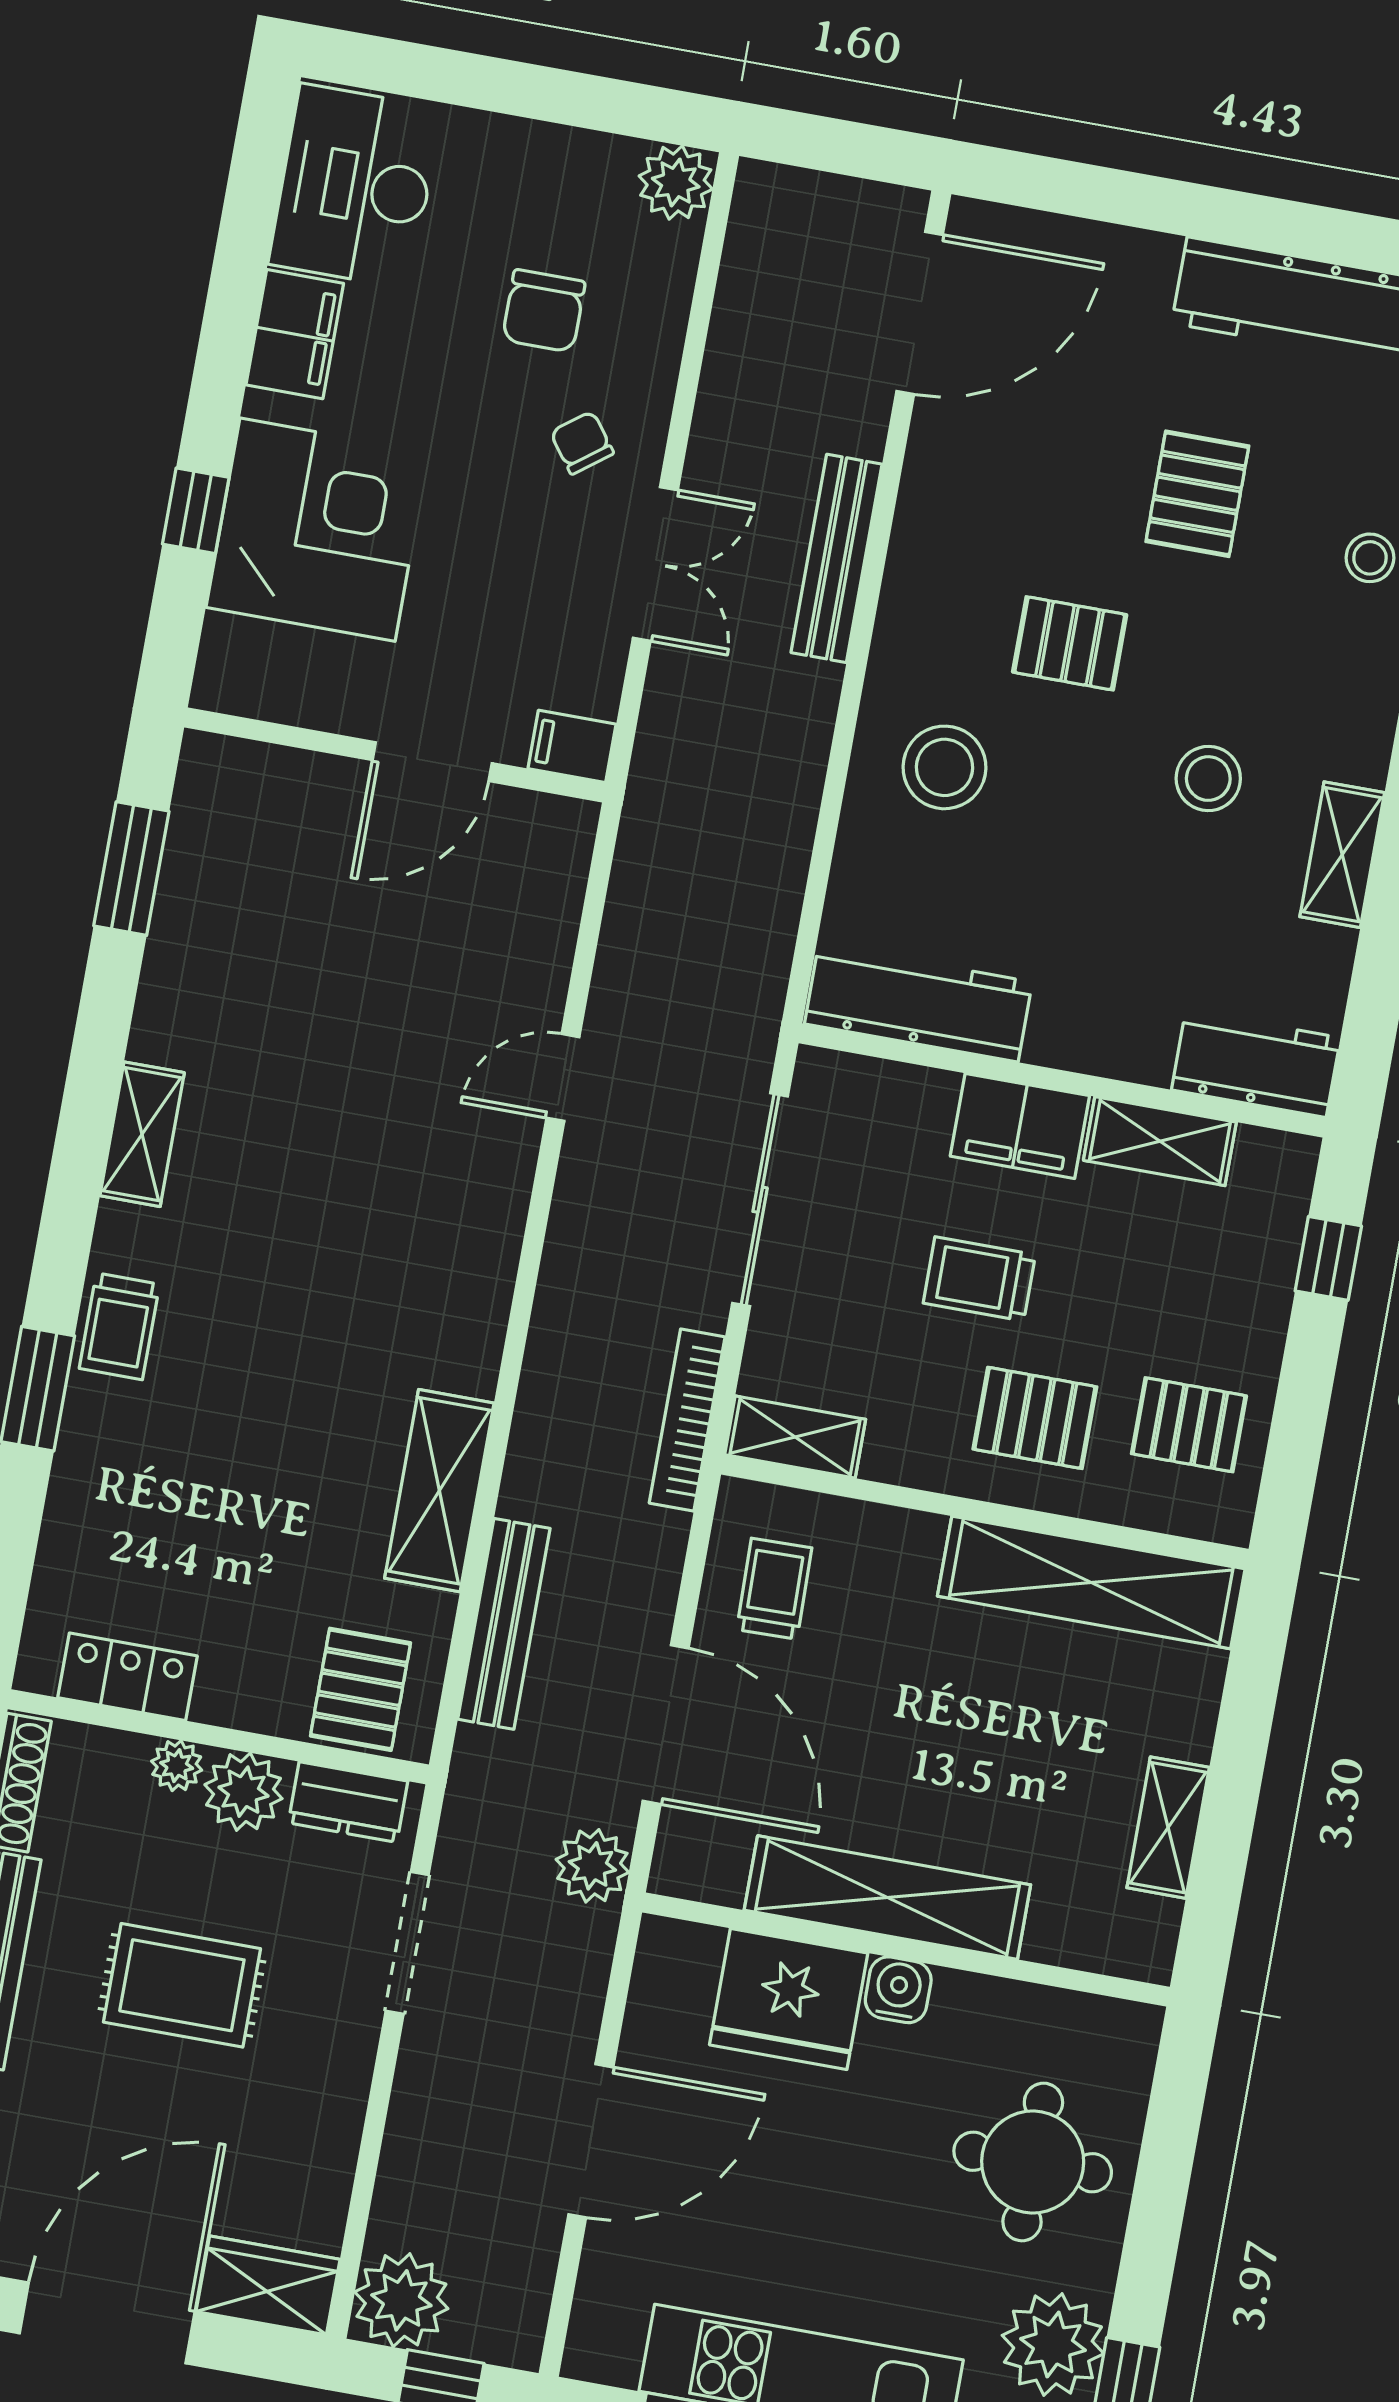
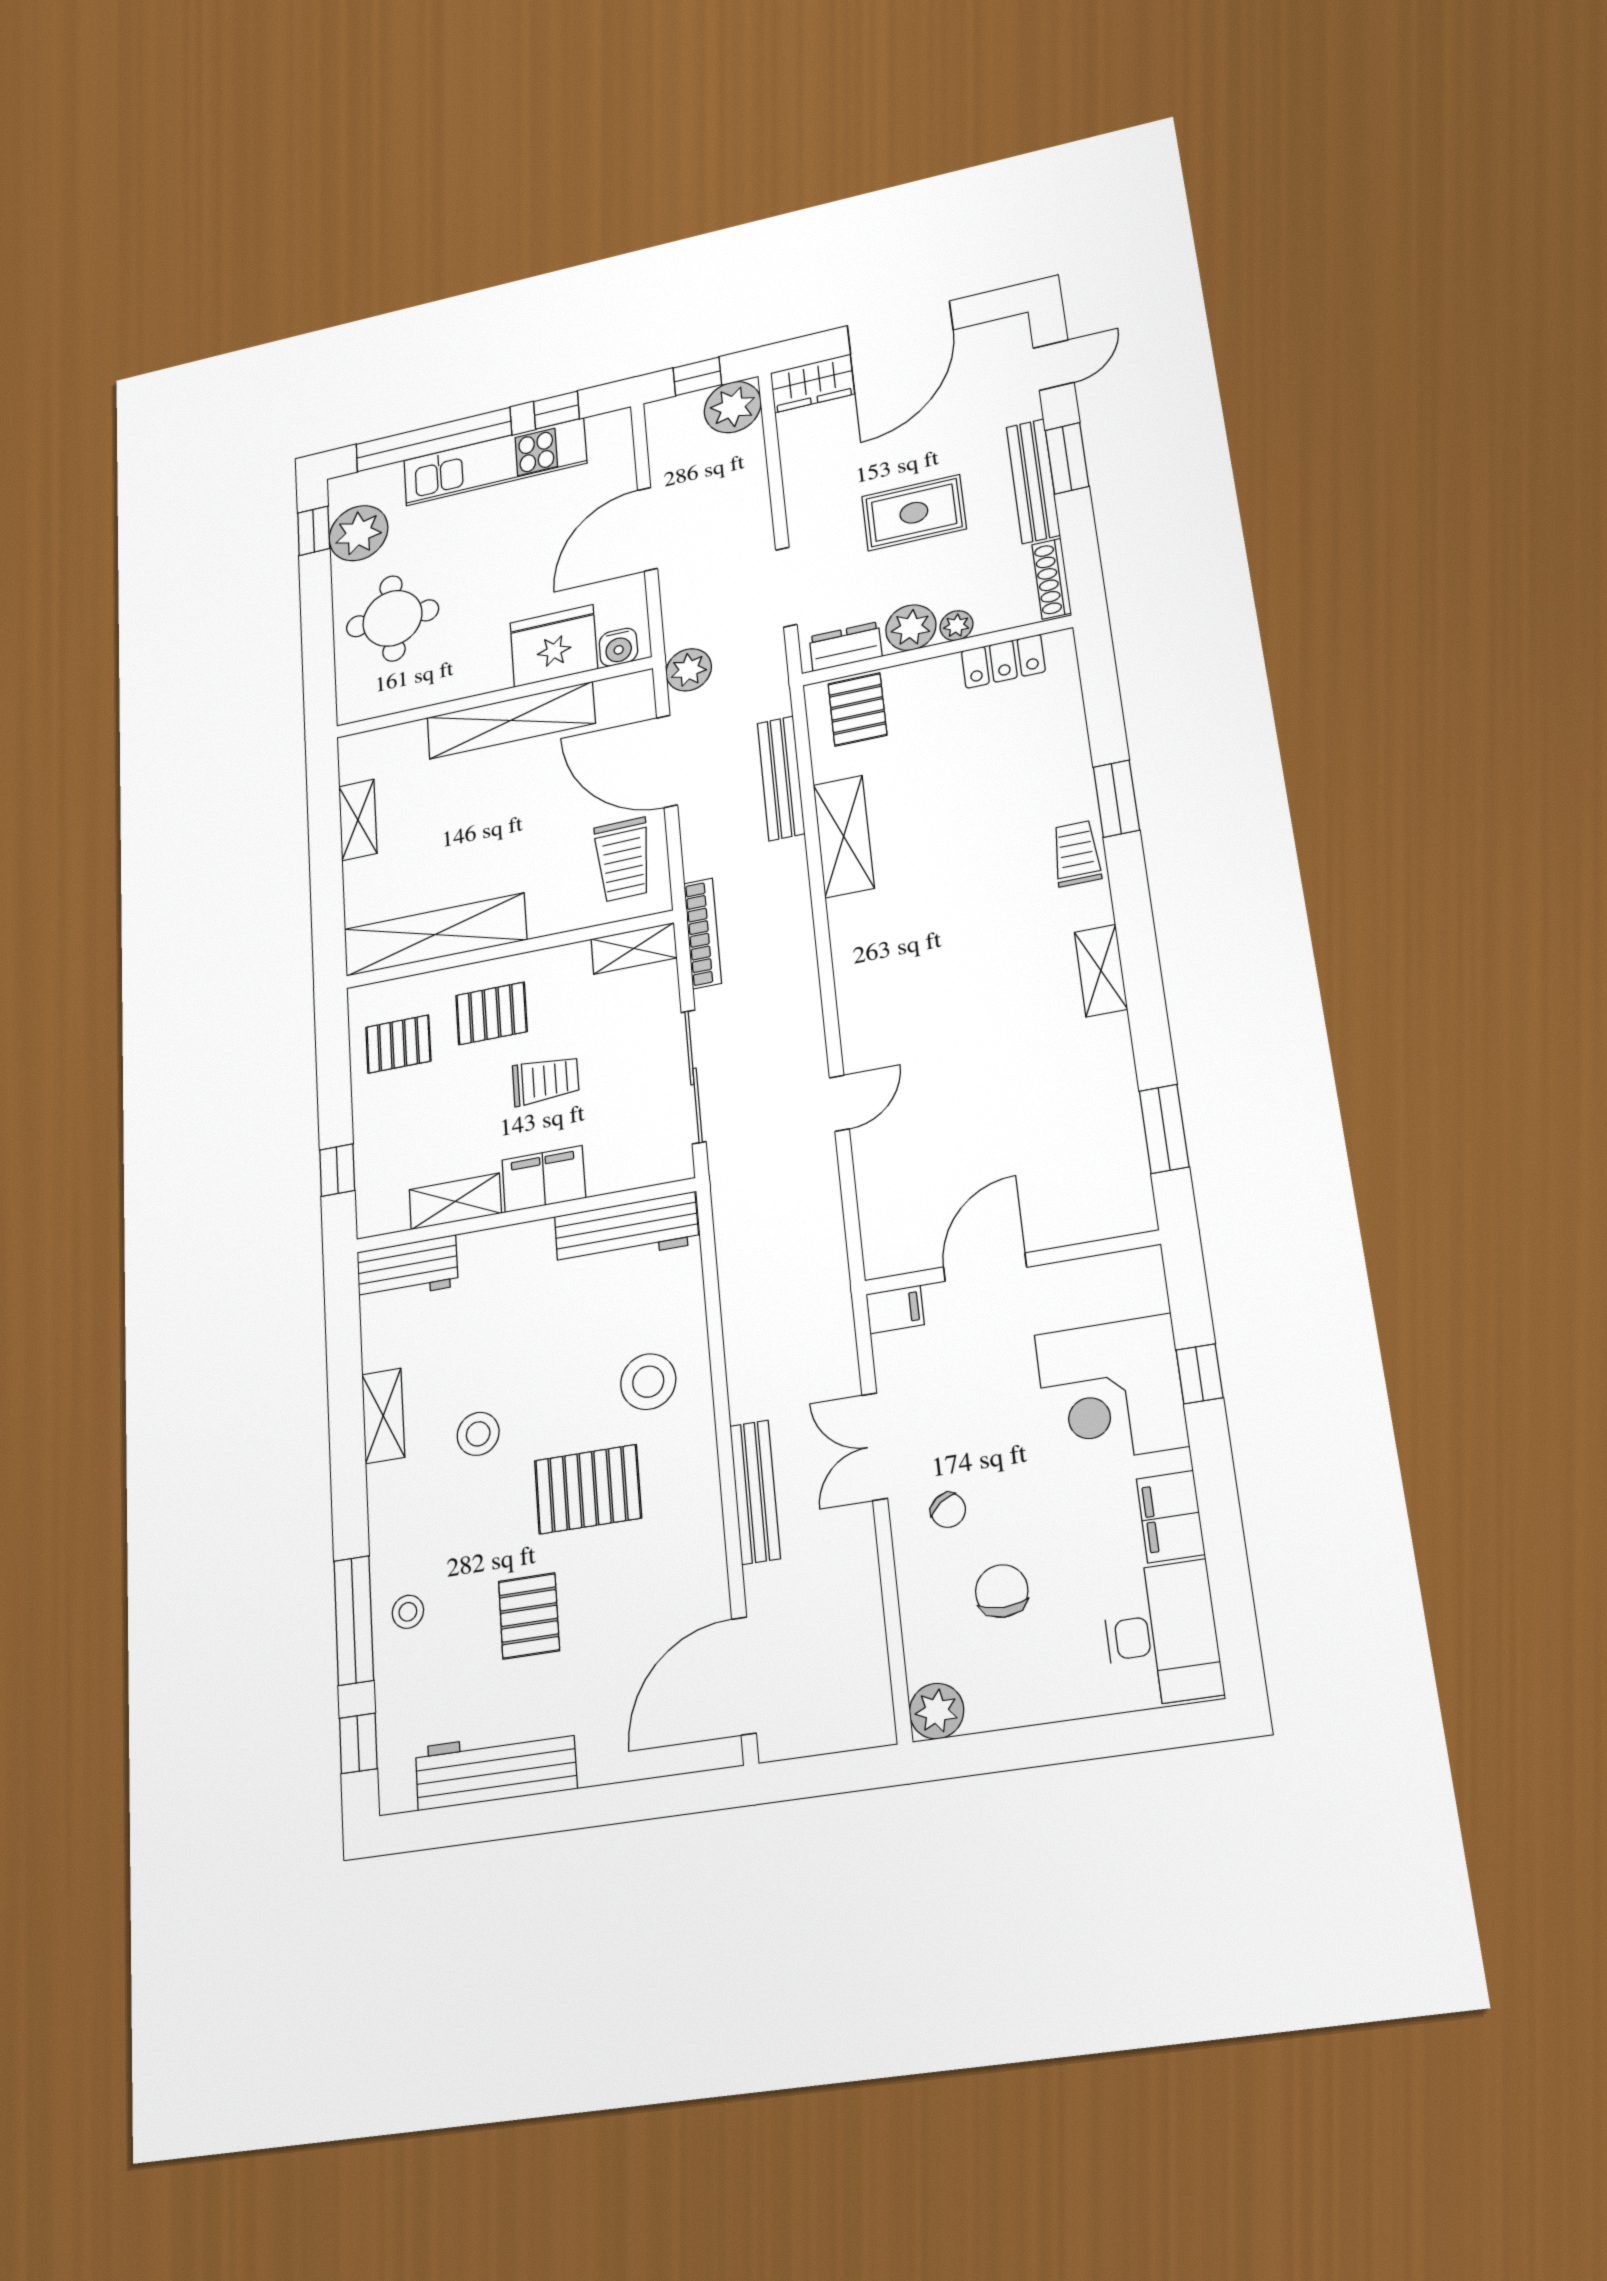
pallet: (1070, 643) -> (588, 1489), width x1.50, depth x1.42
trolley: (774, 1589) -> (623, 860), width x1.36, depth x1.39
water cooler: (898, 1990) -> (618, 647), moved

